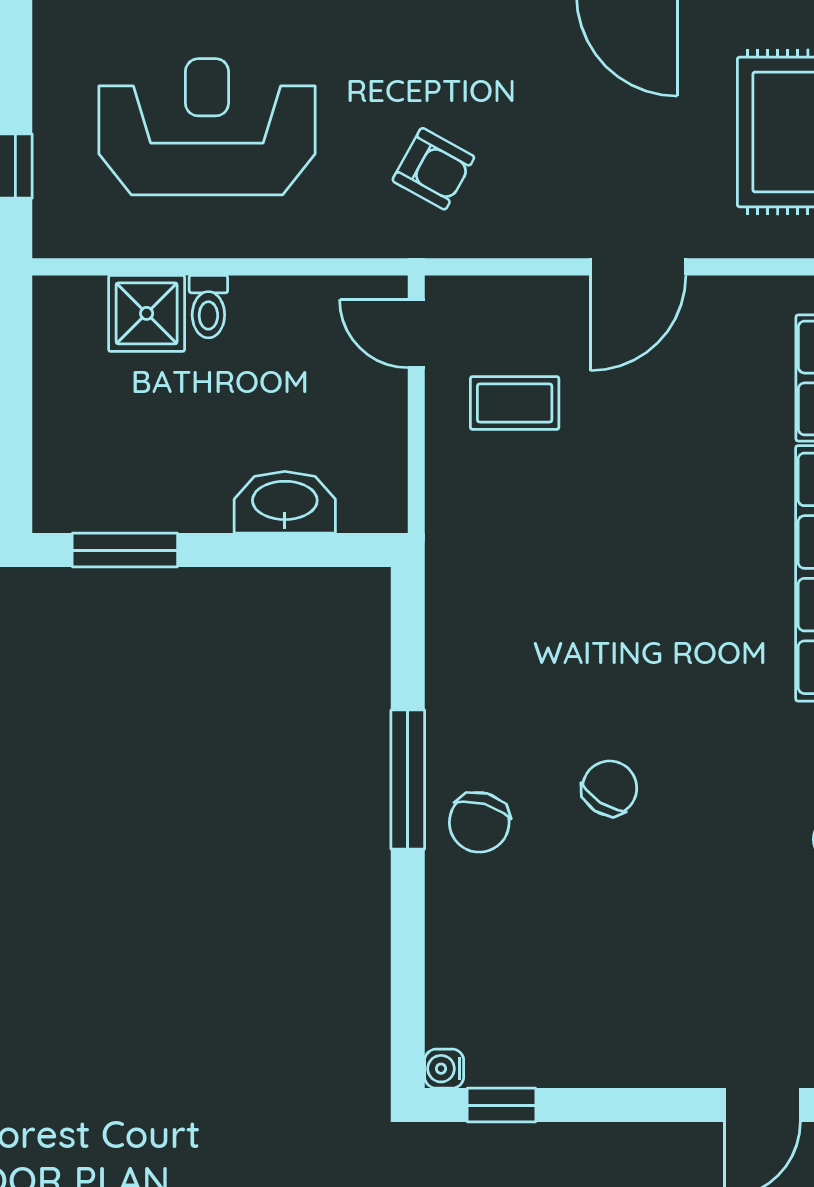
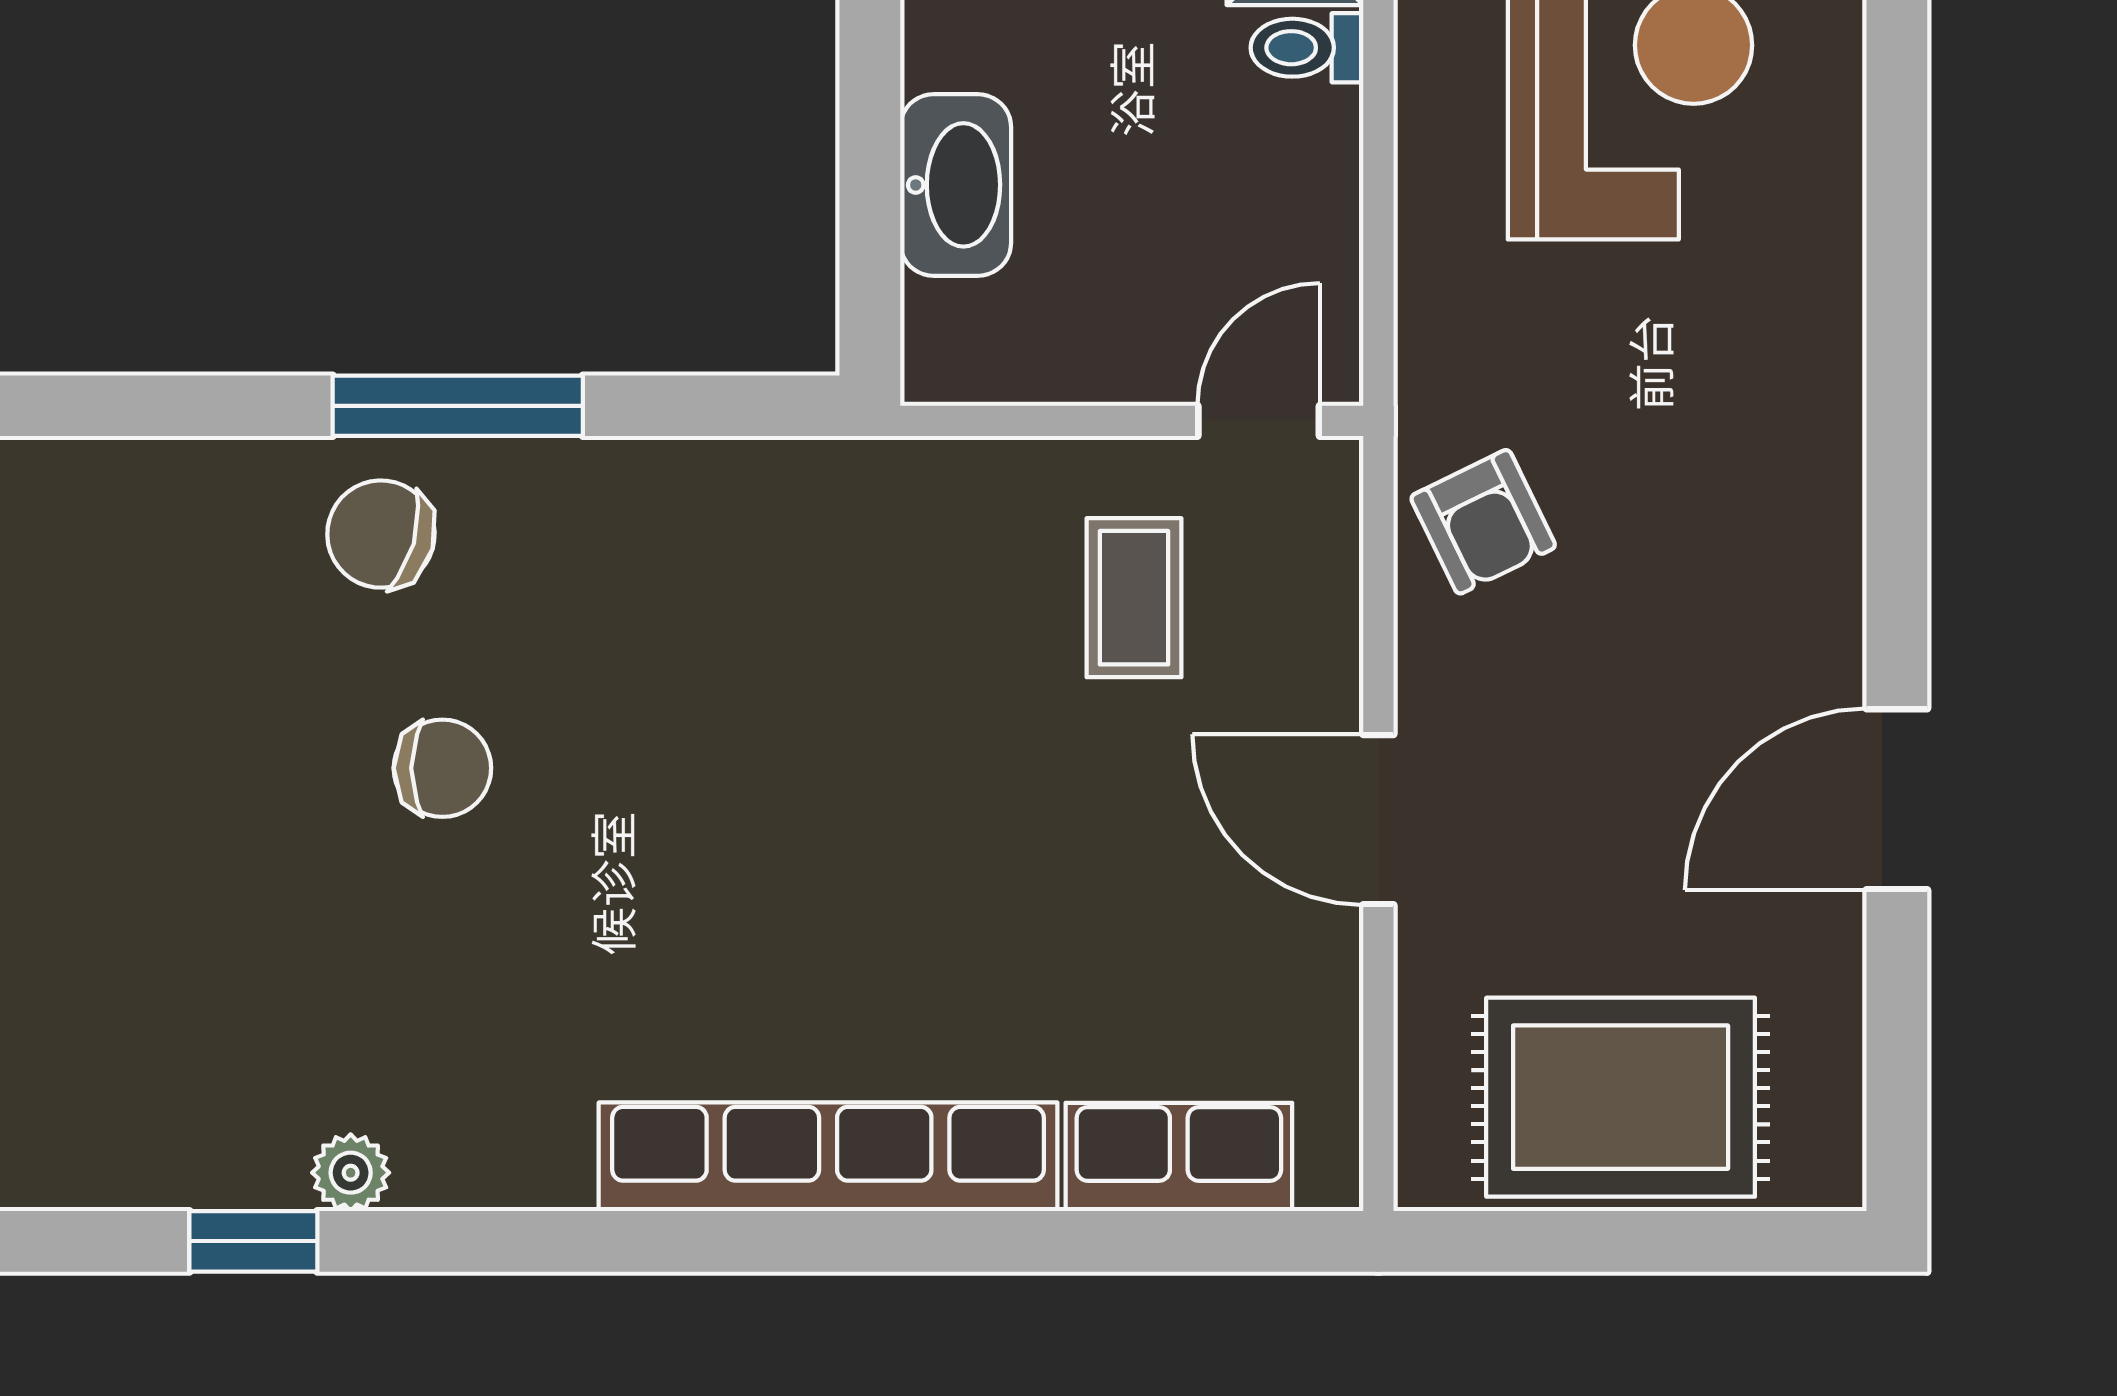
armchair: (433, 169) -> (1483, 522), moved, turned -55
chair: (610, 788) -> (442, 768), turned -33

